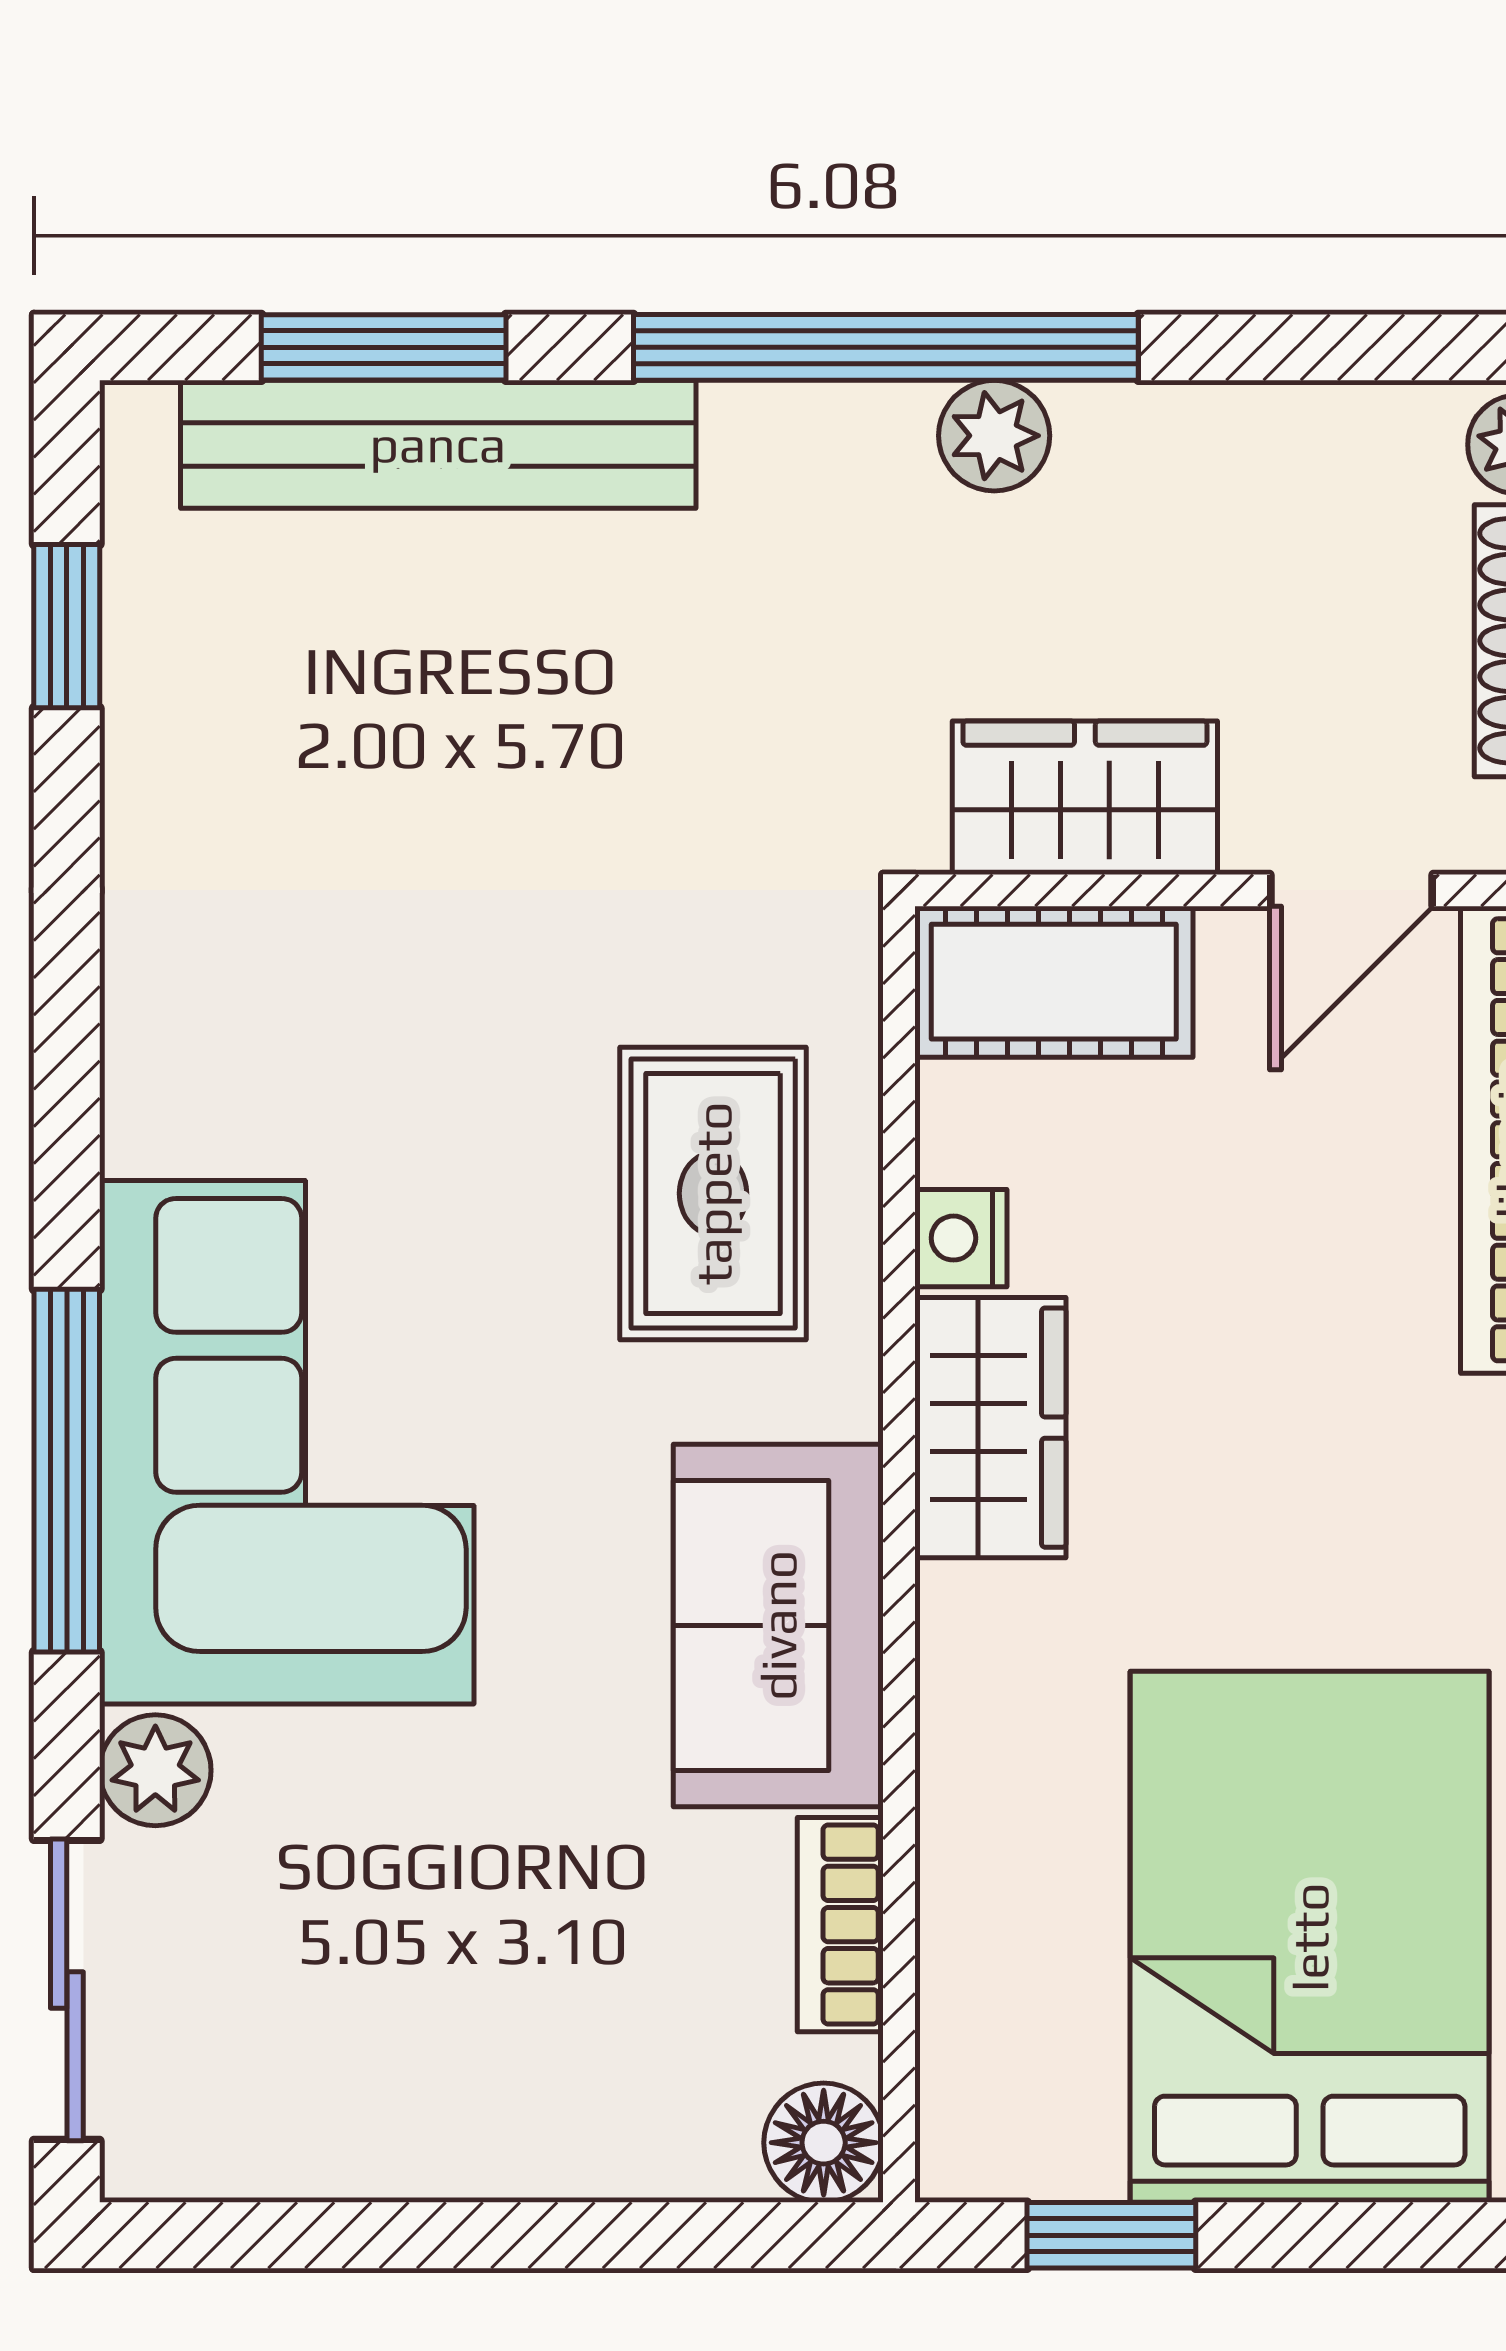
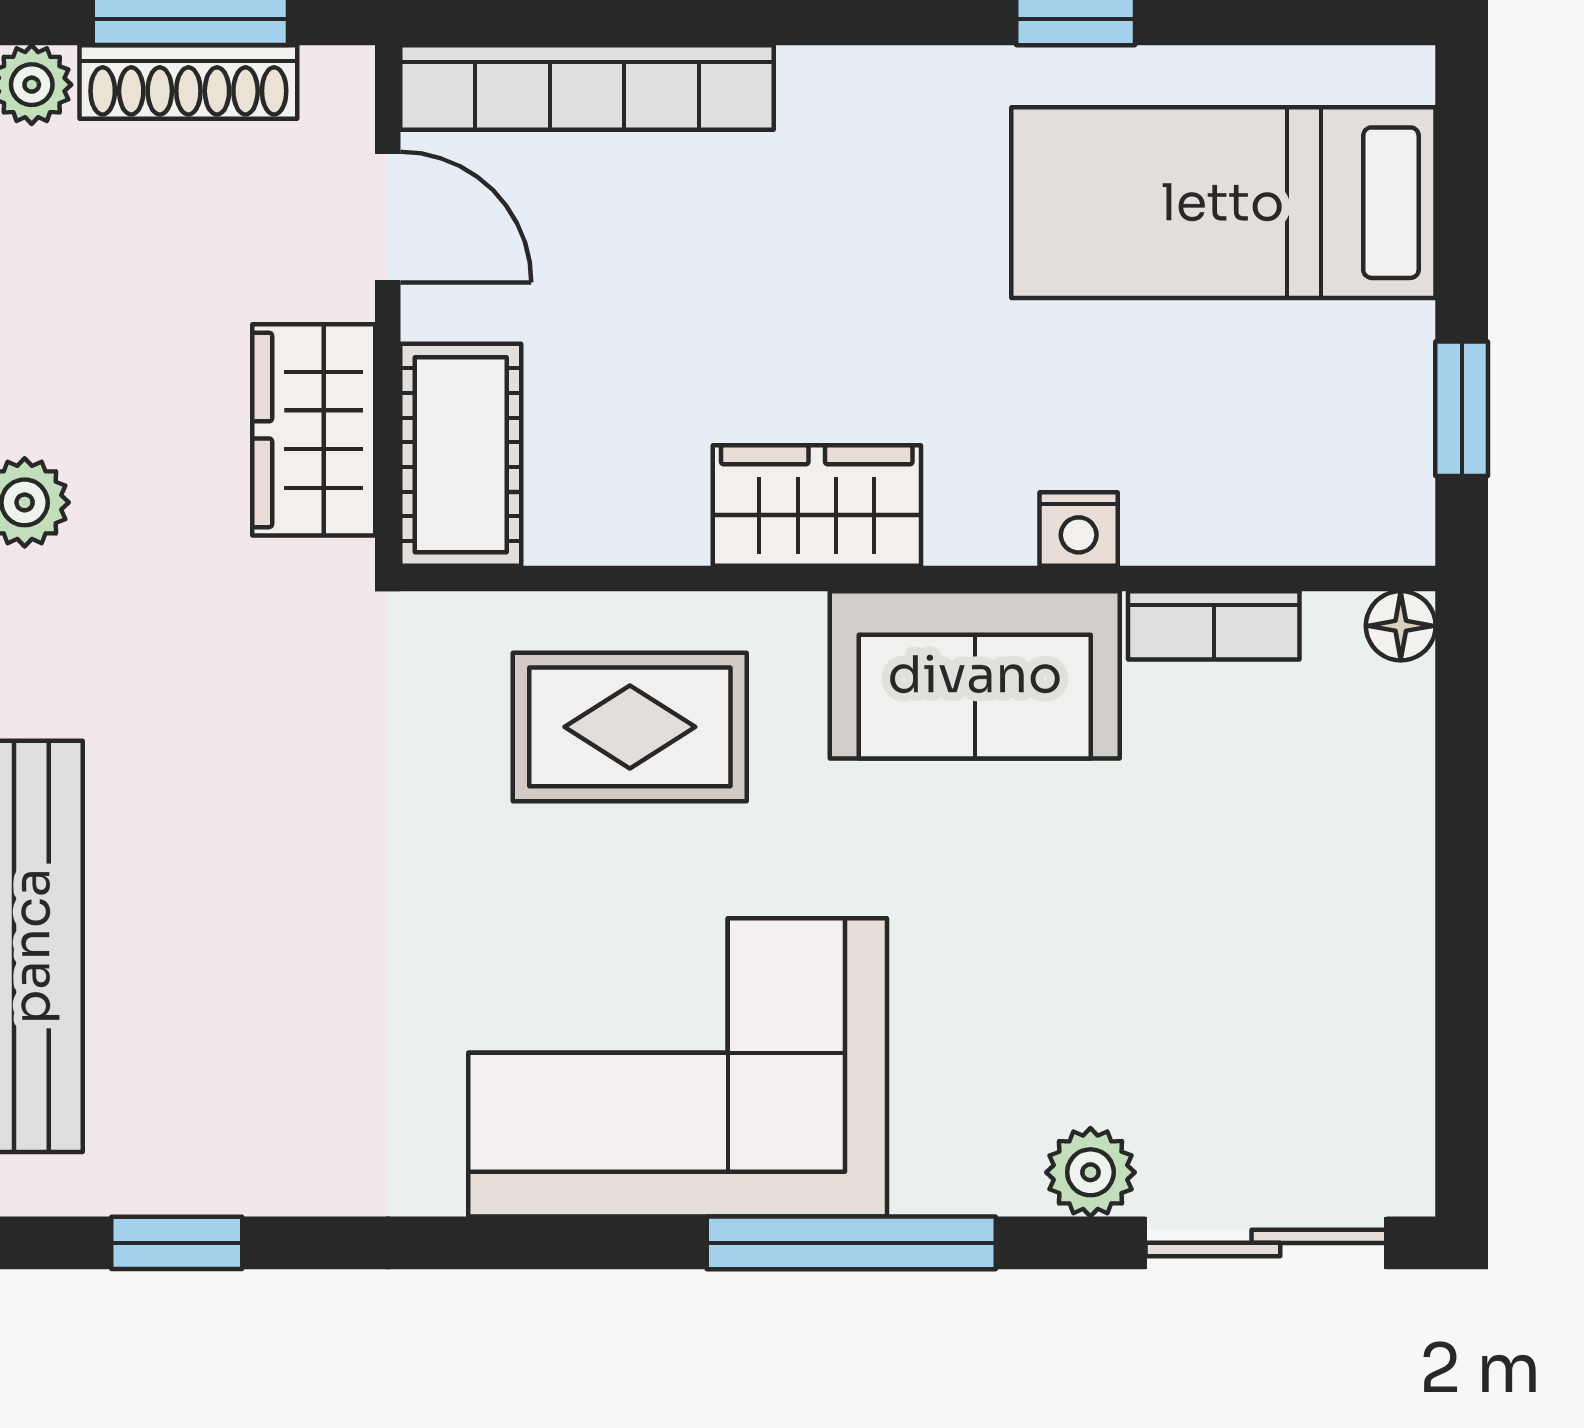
nightstand: (961, 1238) -> (1079, 529), moved
corner sofa: (287, 1442) -> (678, 1067), moved
bed: (1310, 1937) -> (1223, 203), width x0.67
floor lamp: (824, 2143) -> (1401, 626), width x0.73, depth x0.73

